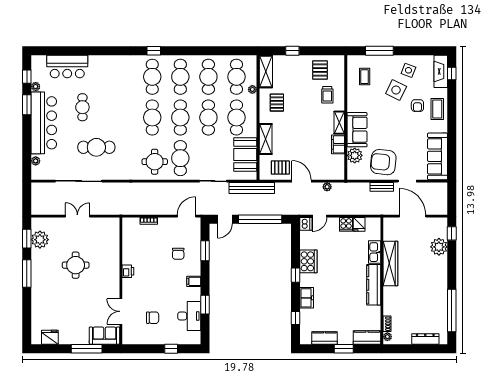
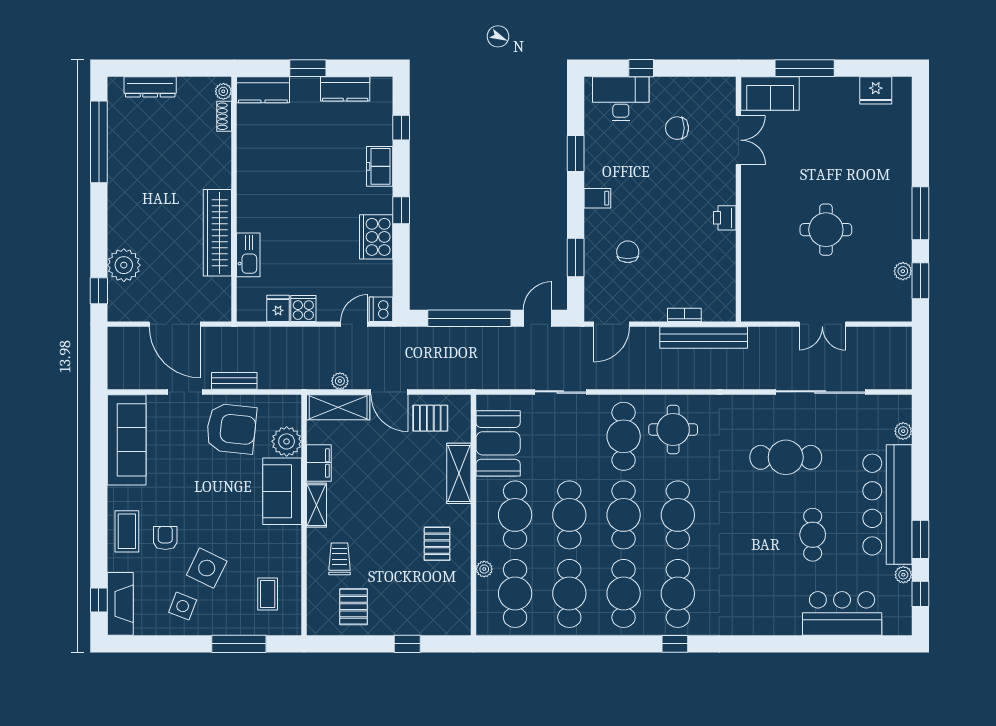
shelving: (266, 72) -> (338, 407), moved, turned 90
bench: (252, 188) -> (704, 338), moved
plant: (40, 240) -> (903, 271), width x0.53, depth x0.53
kitchen counter: (374, 285) -> (250, 192), removed
desk: (189, 316) -> (621, 99), moved, turned 90

